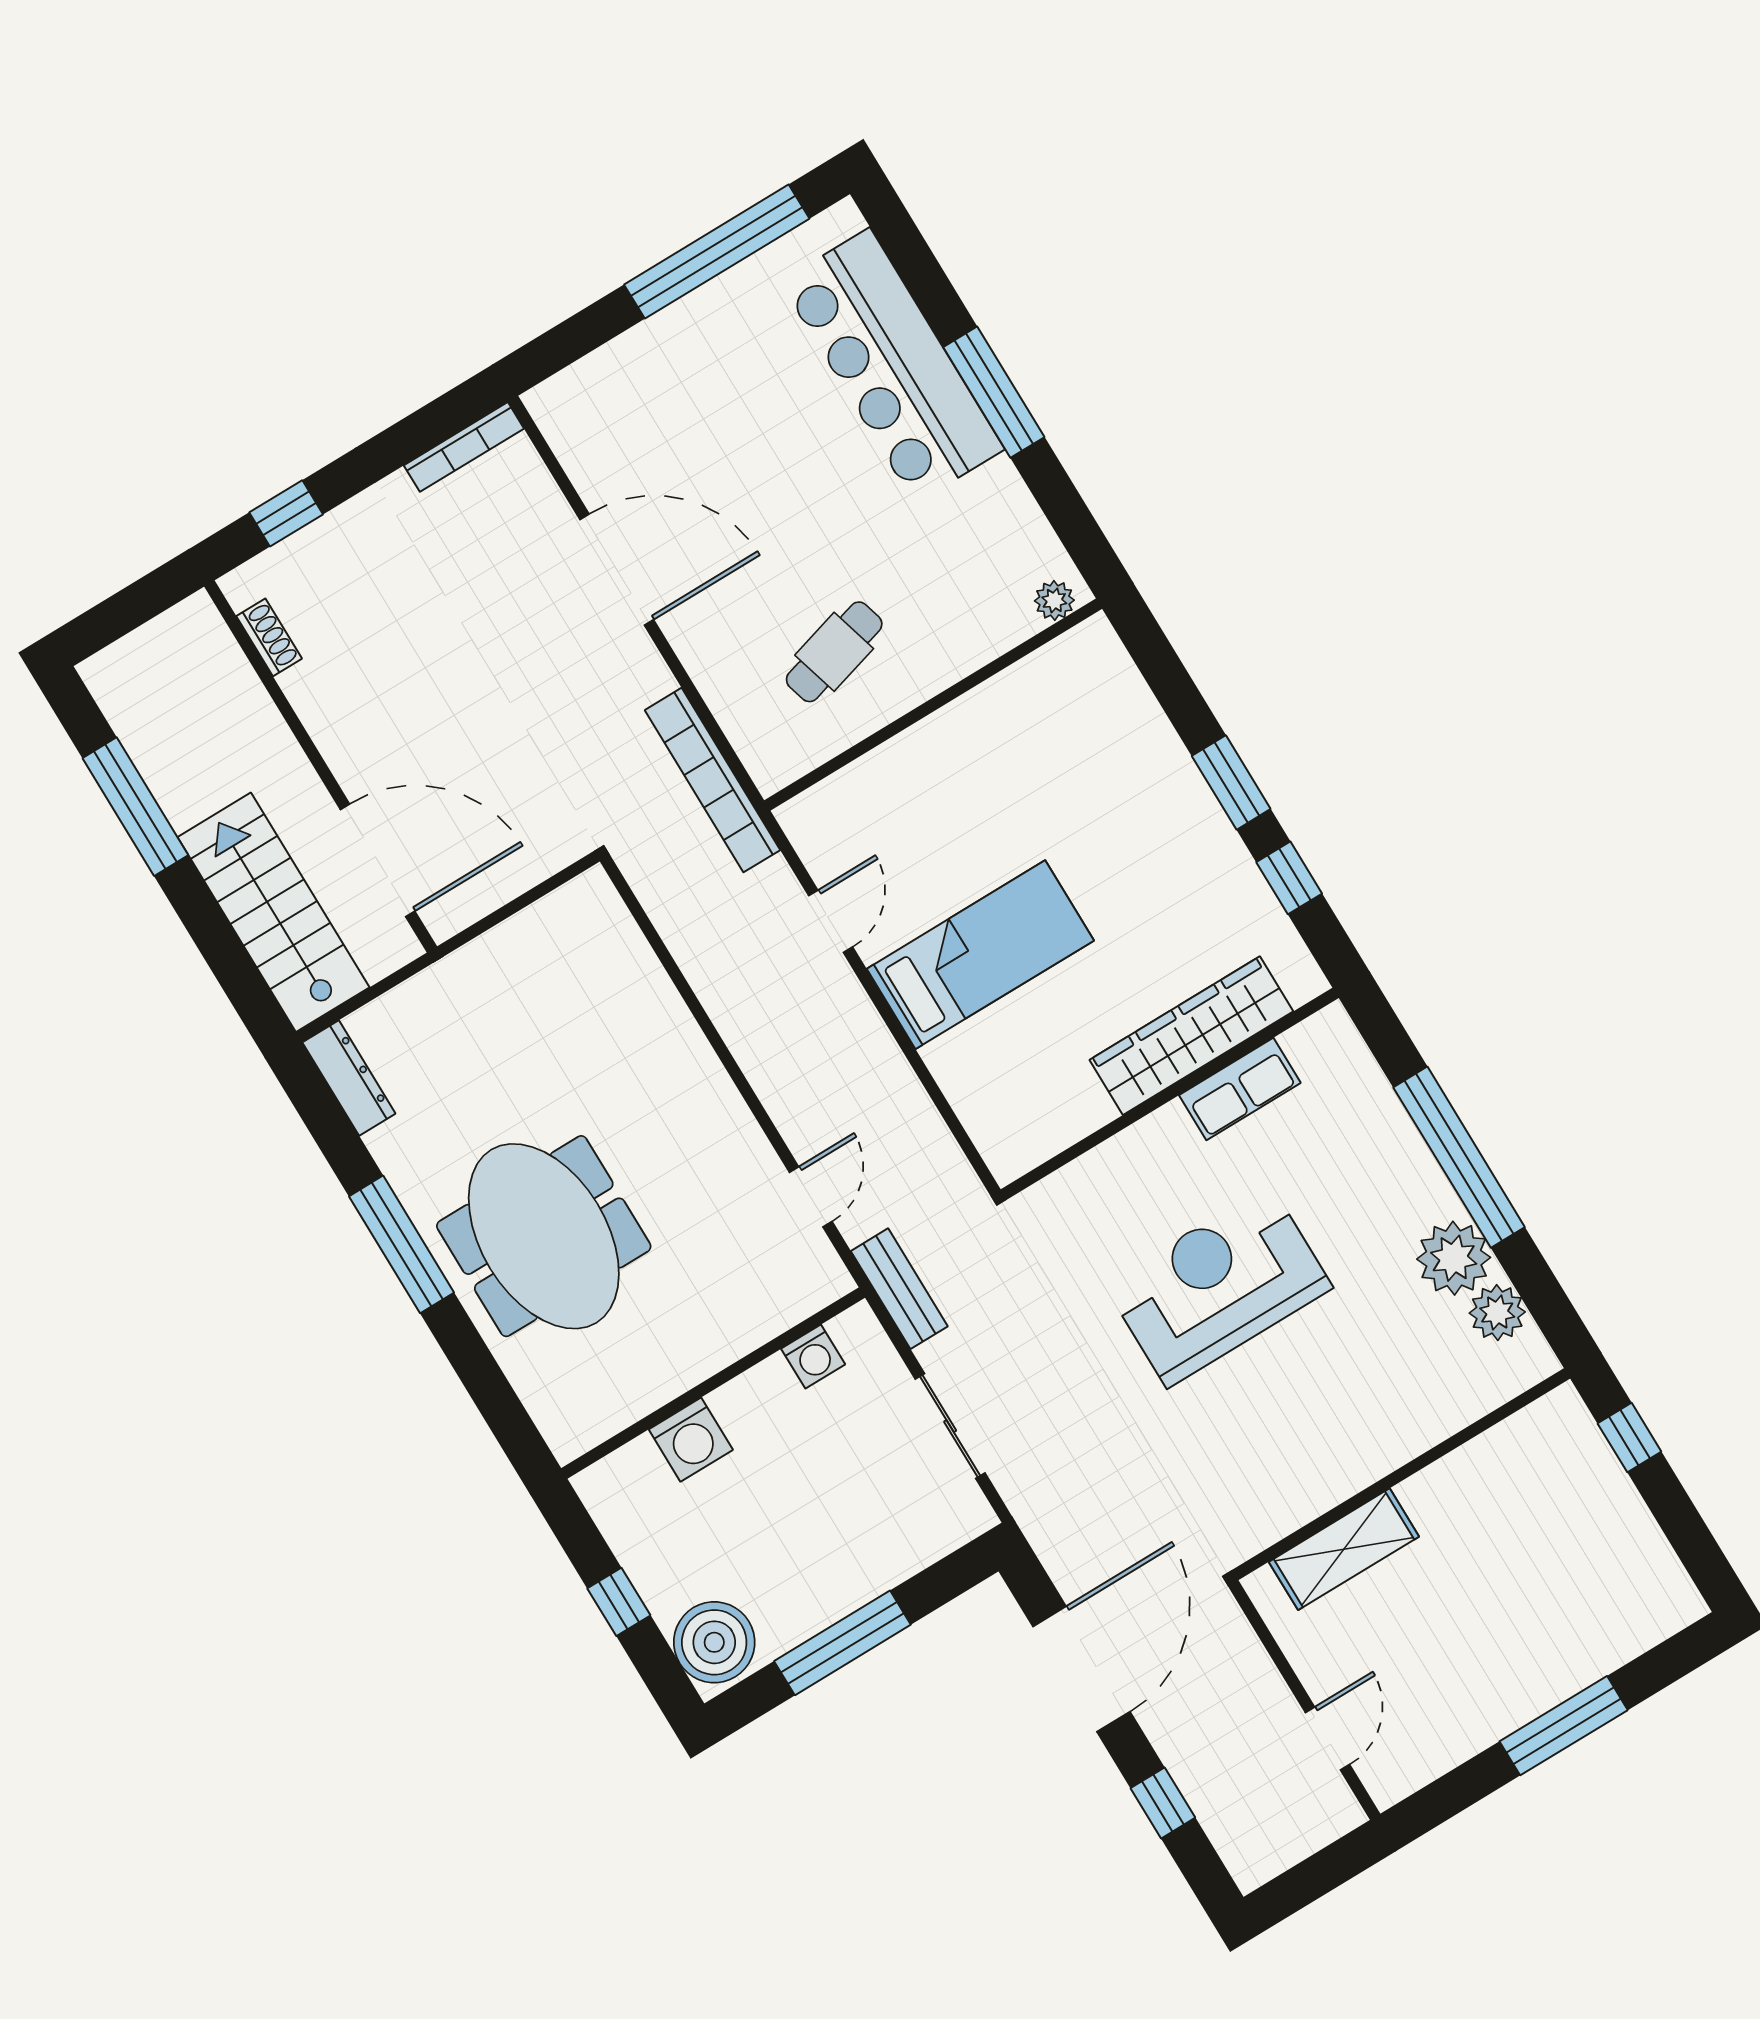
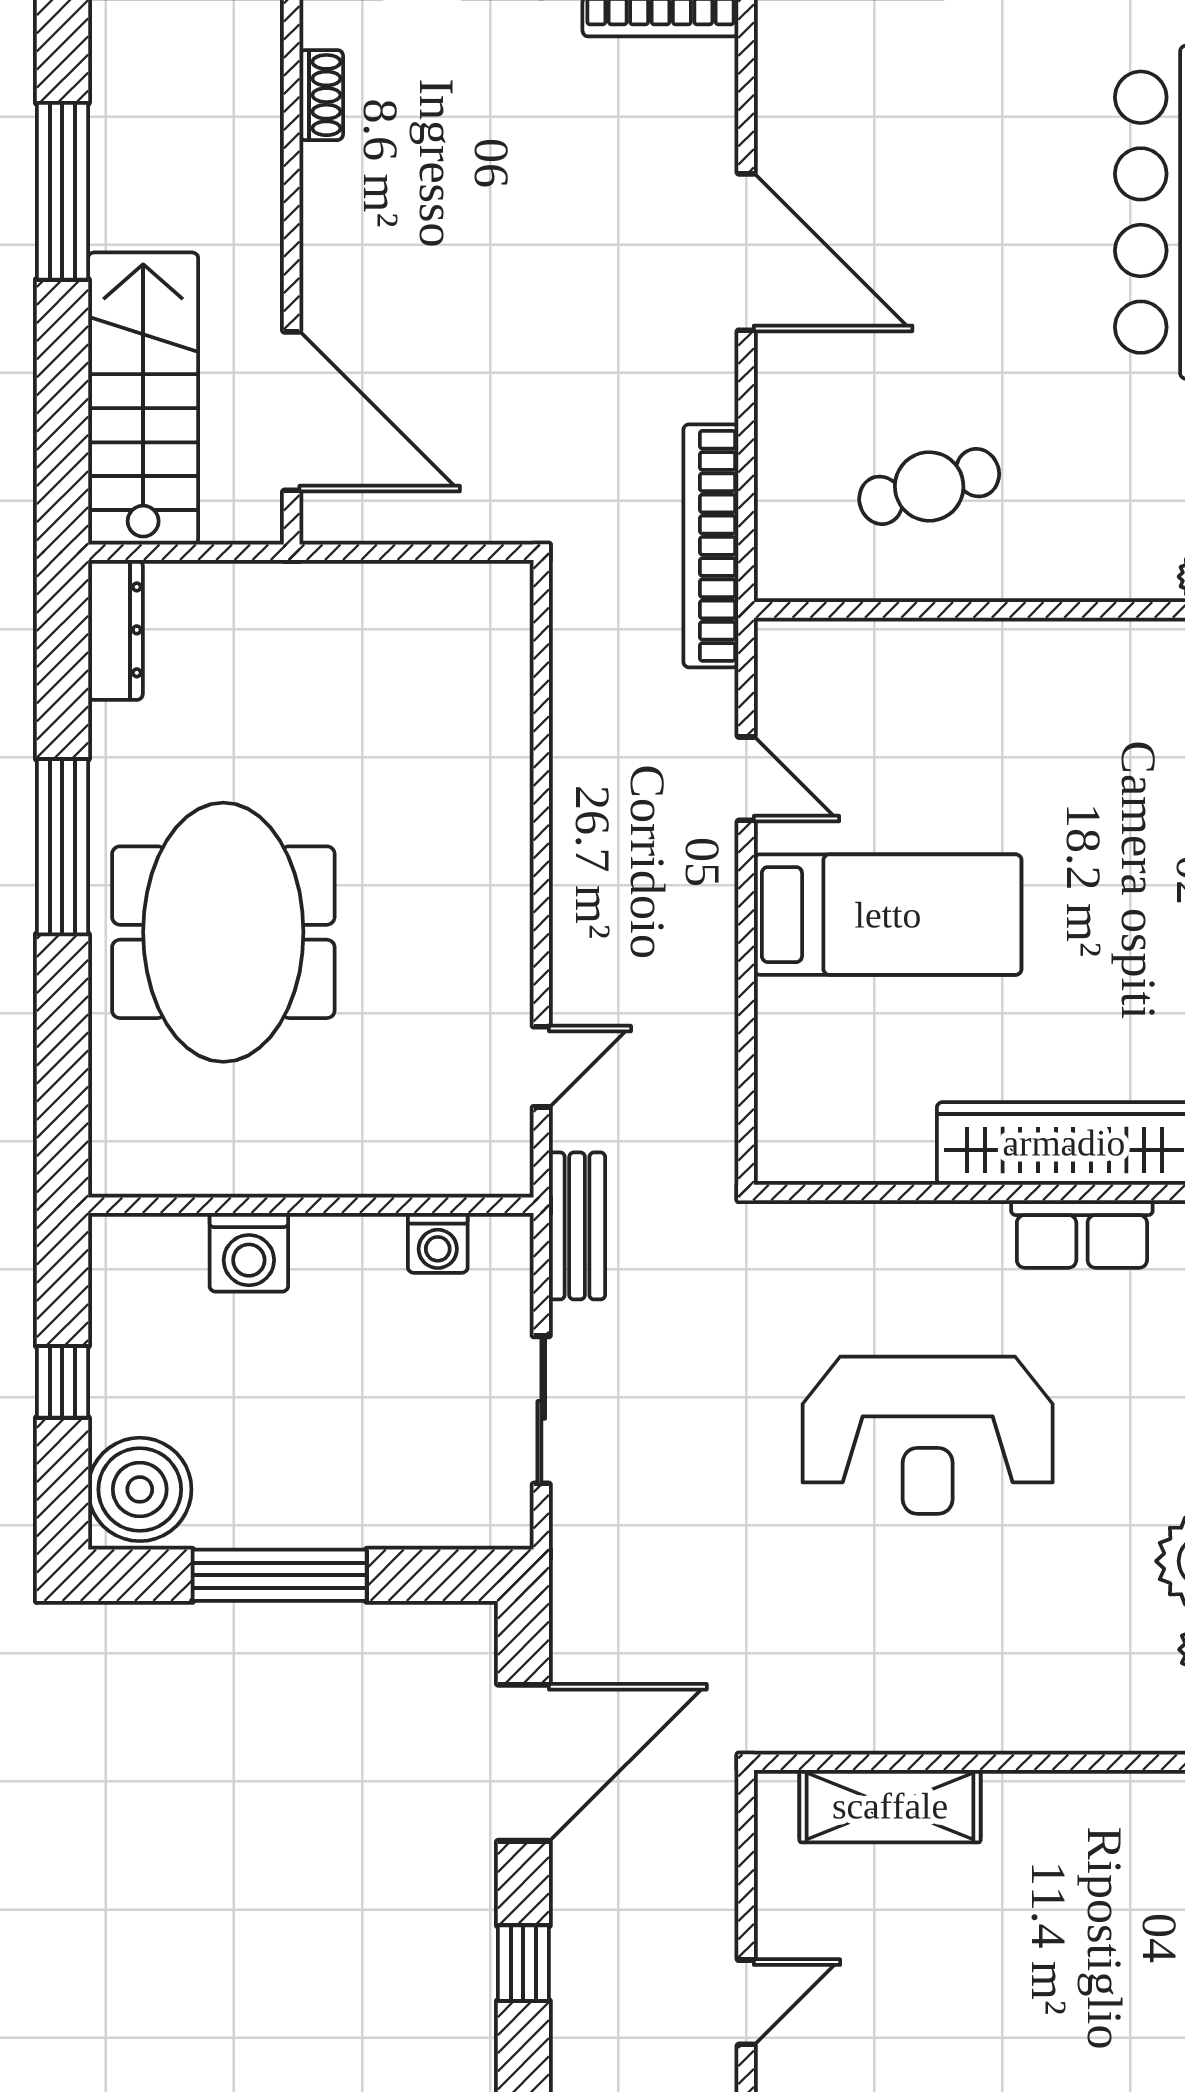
door: (831, 921) -> (746, 779), hinge flipped
reception desk: (1218, 1286) -> (928, 1435), turned 180

